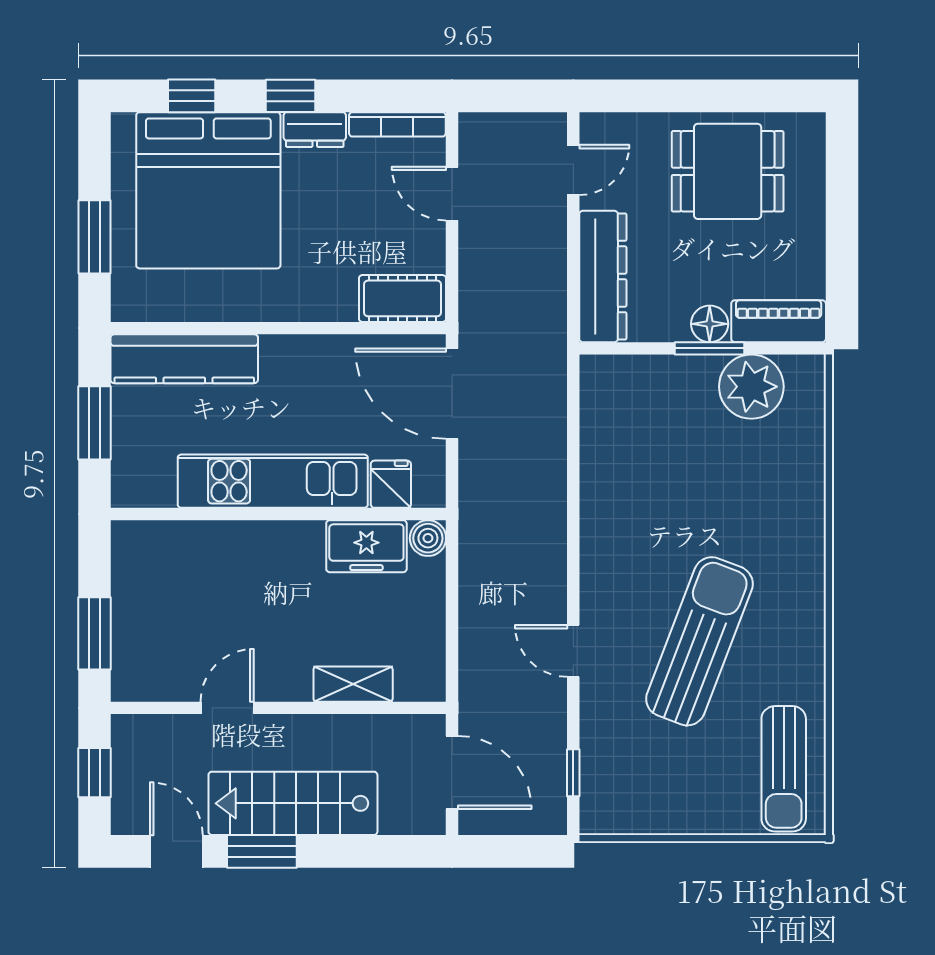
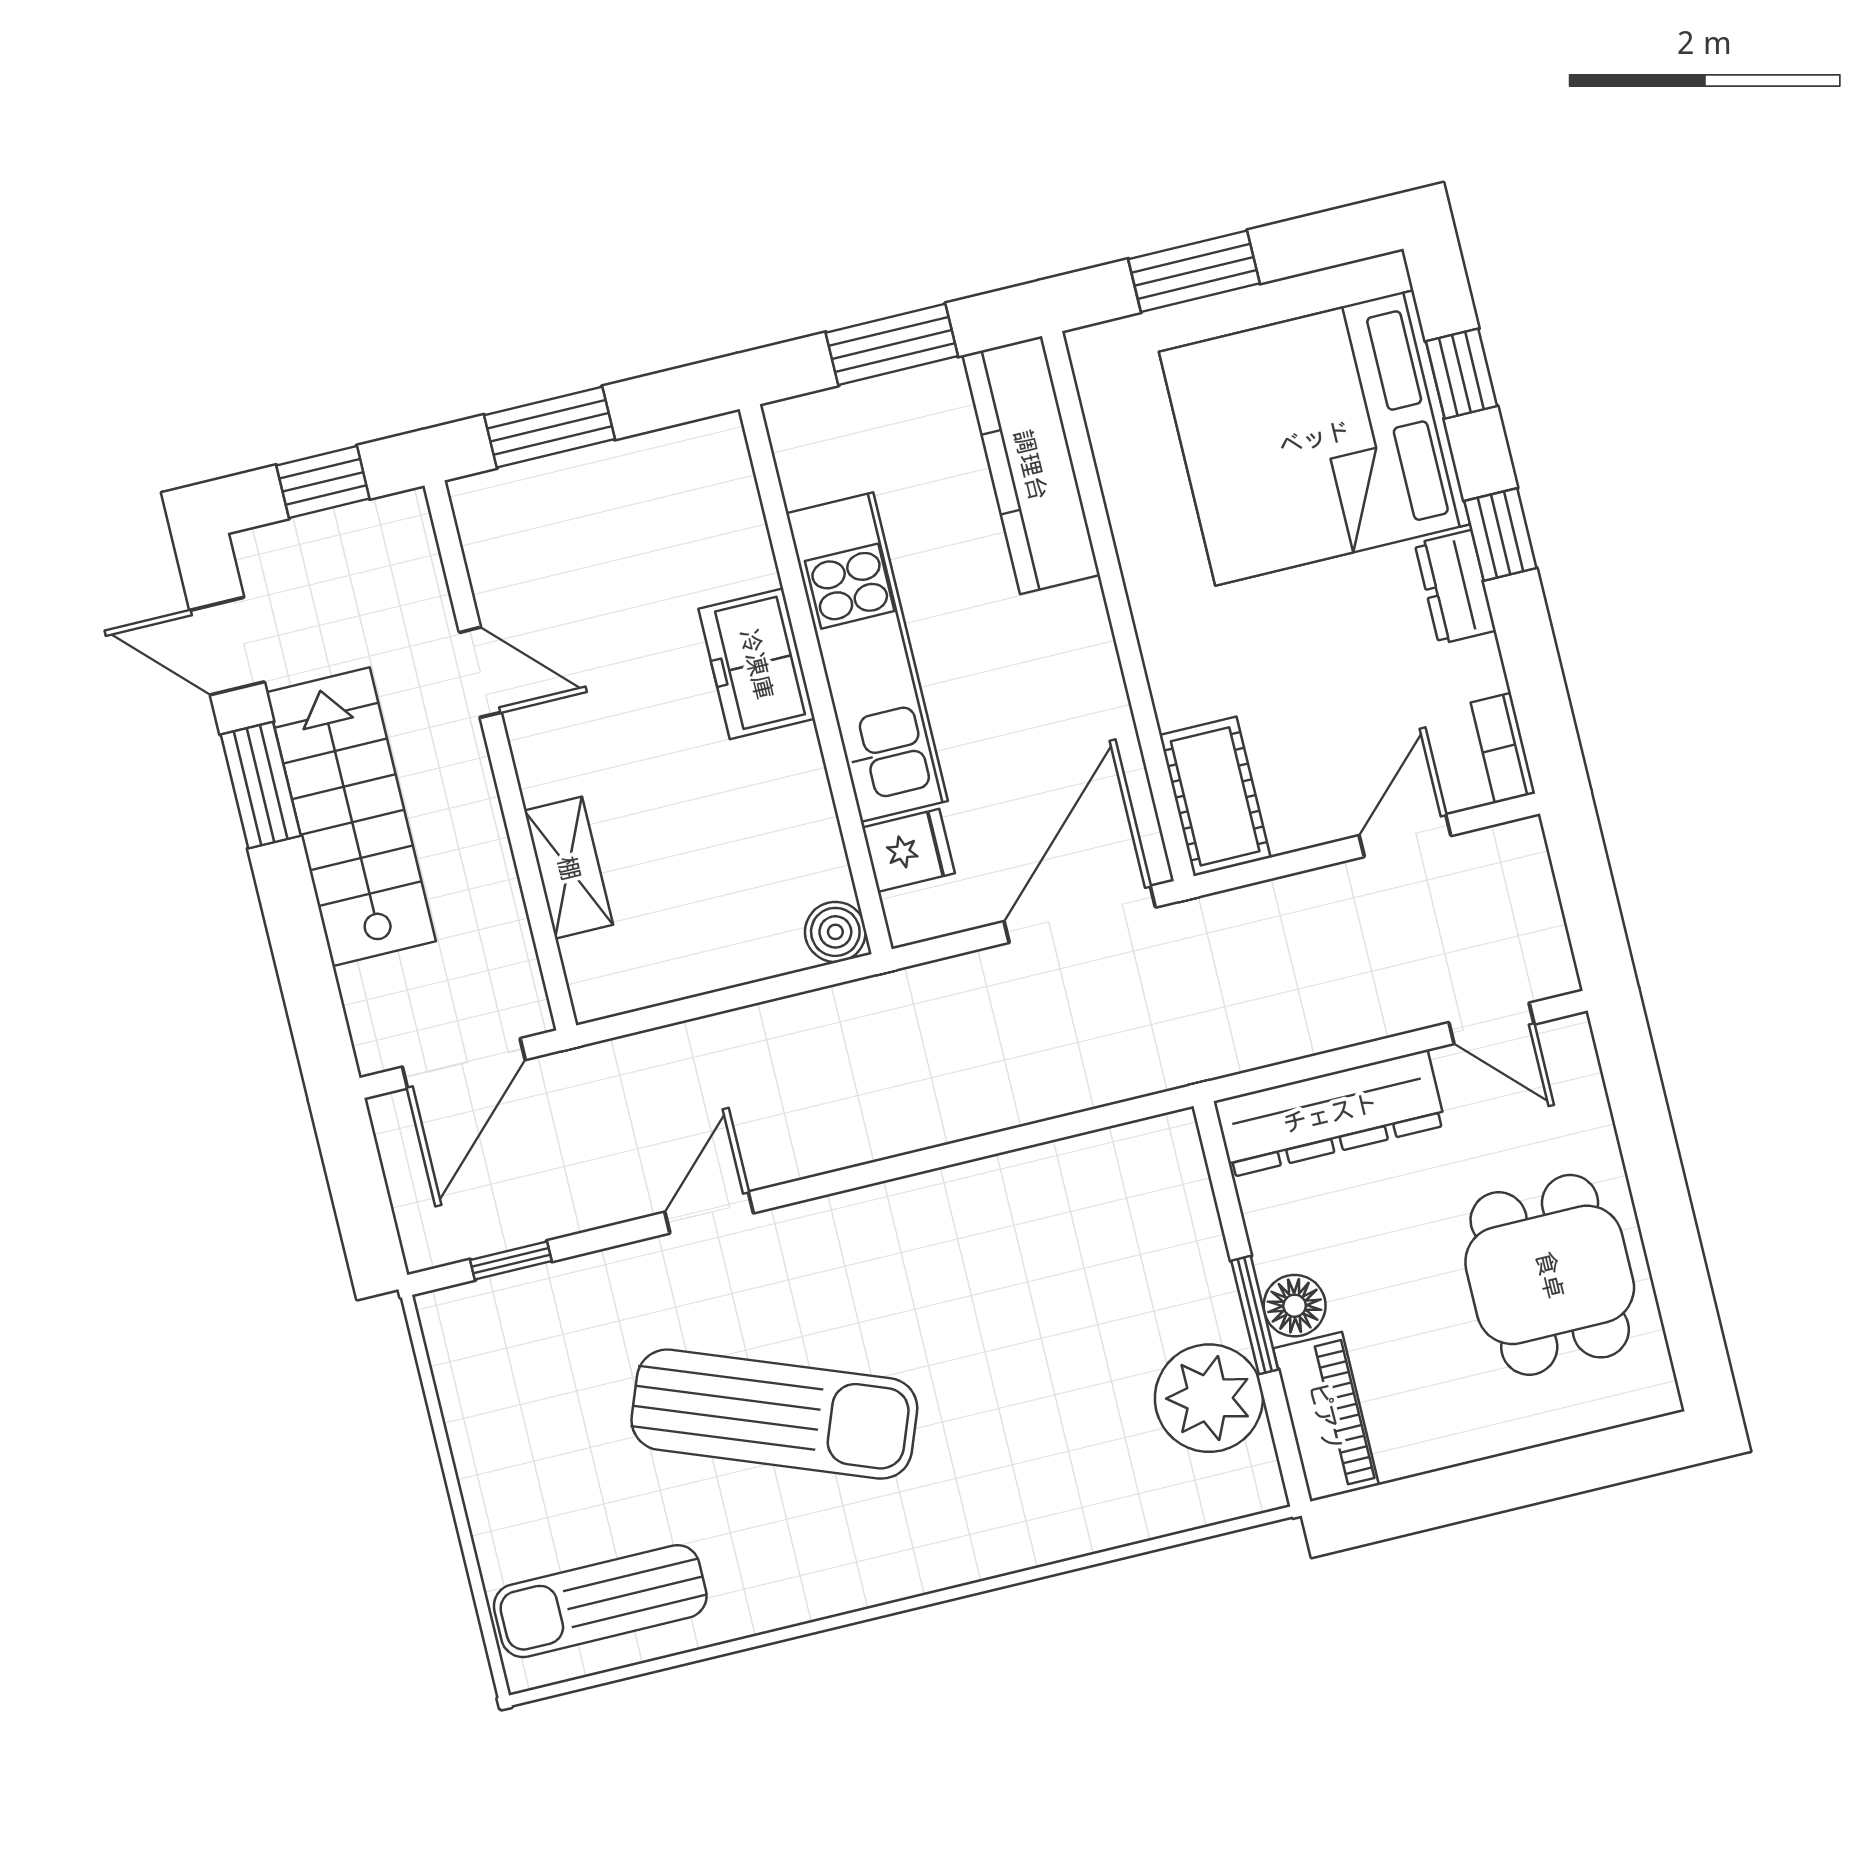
bookcase: (397, 124) -> (1503, 748), width x0.64
freezer: (366, 546) -> (757, 664), moved
door: (176, 851) -> (227, 646), swing flipped

